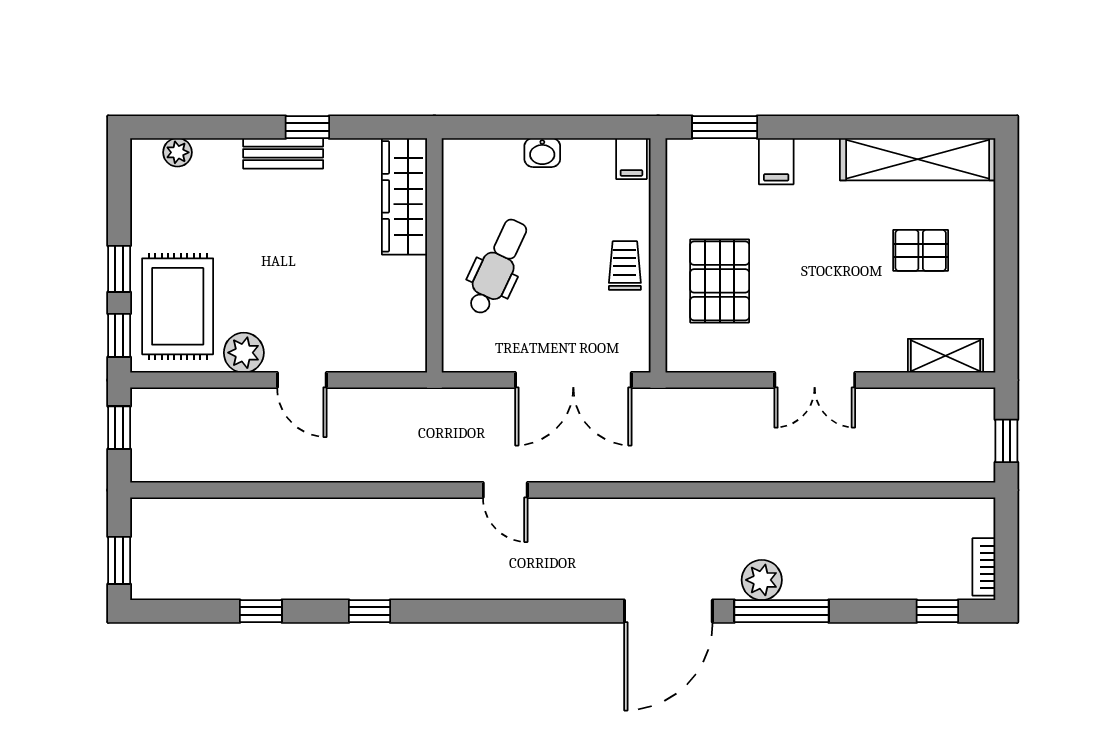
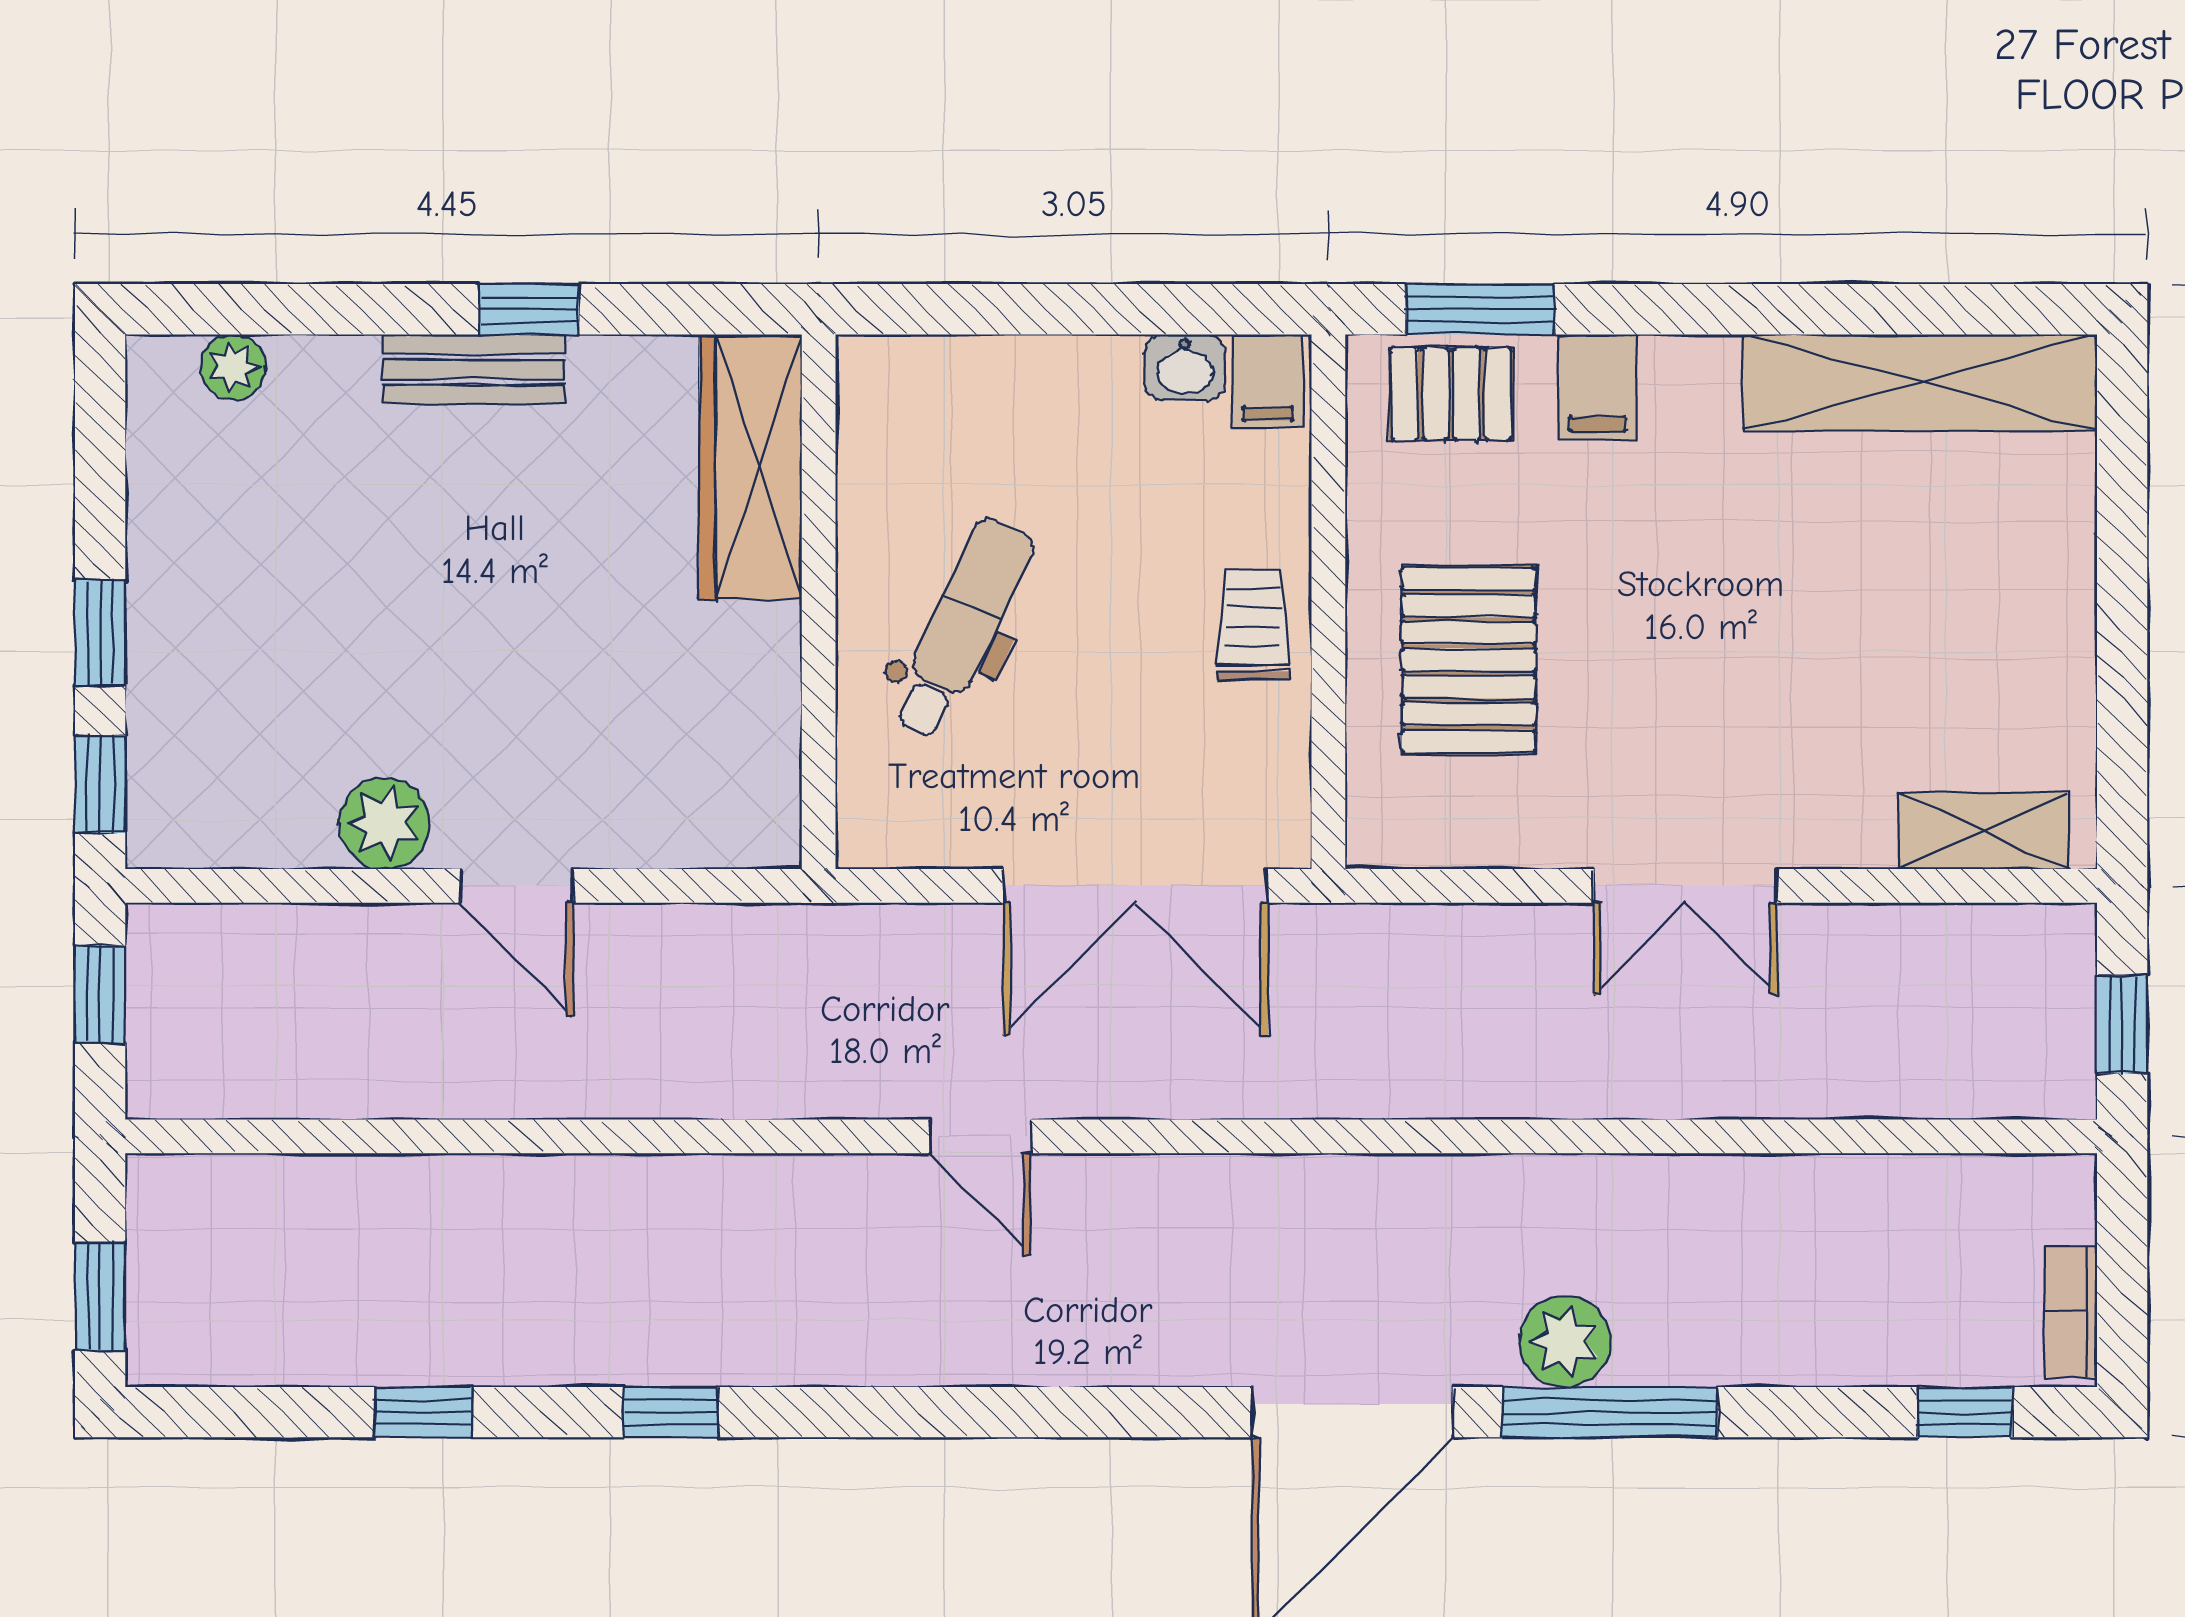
washbasin: (542, 153) -> (1185, 367), moved
pallet: (921, 250) -> (1451, 394), moved
rug: (178, 306) -> (234, 718), removed

